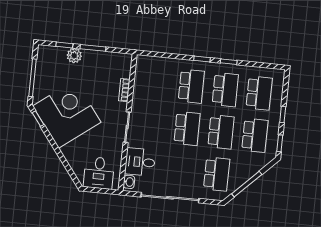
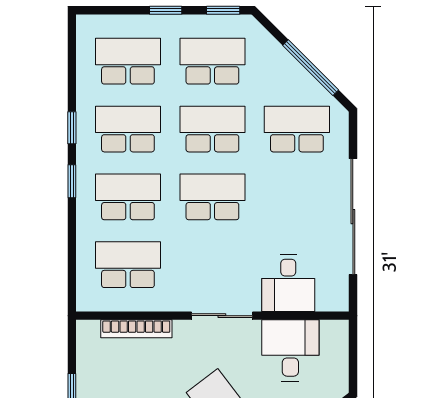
school desk: (157, 83) -> (128, 265), added
bookcase: (124, 90) -> (136, 329), width x1.56
desk: (99, 173) -> (290, 350), moved, turned -90
washbasin: (129, 182) -> (330, 301), removed

